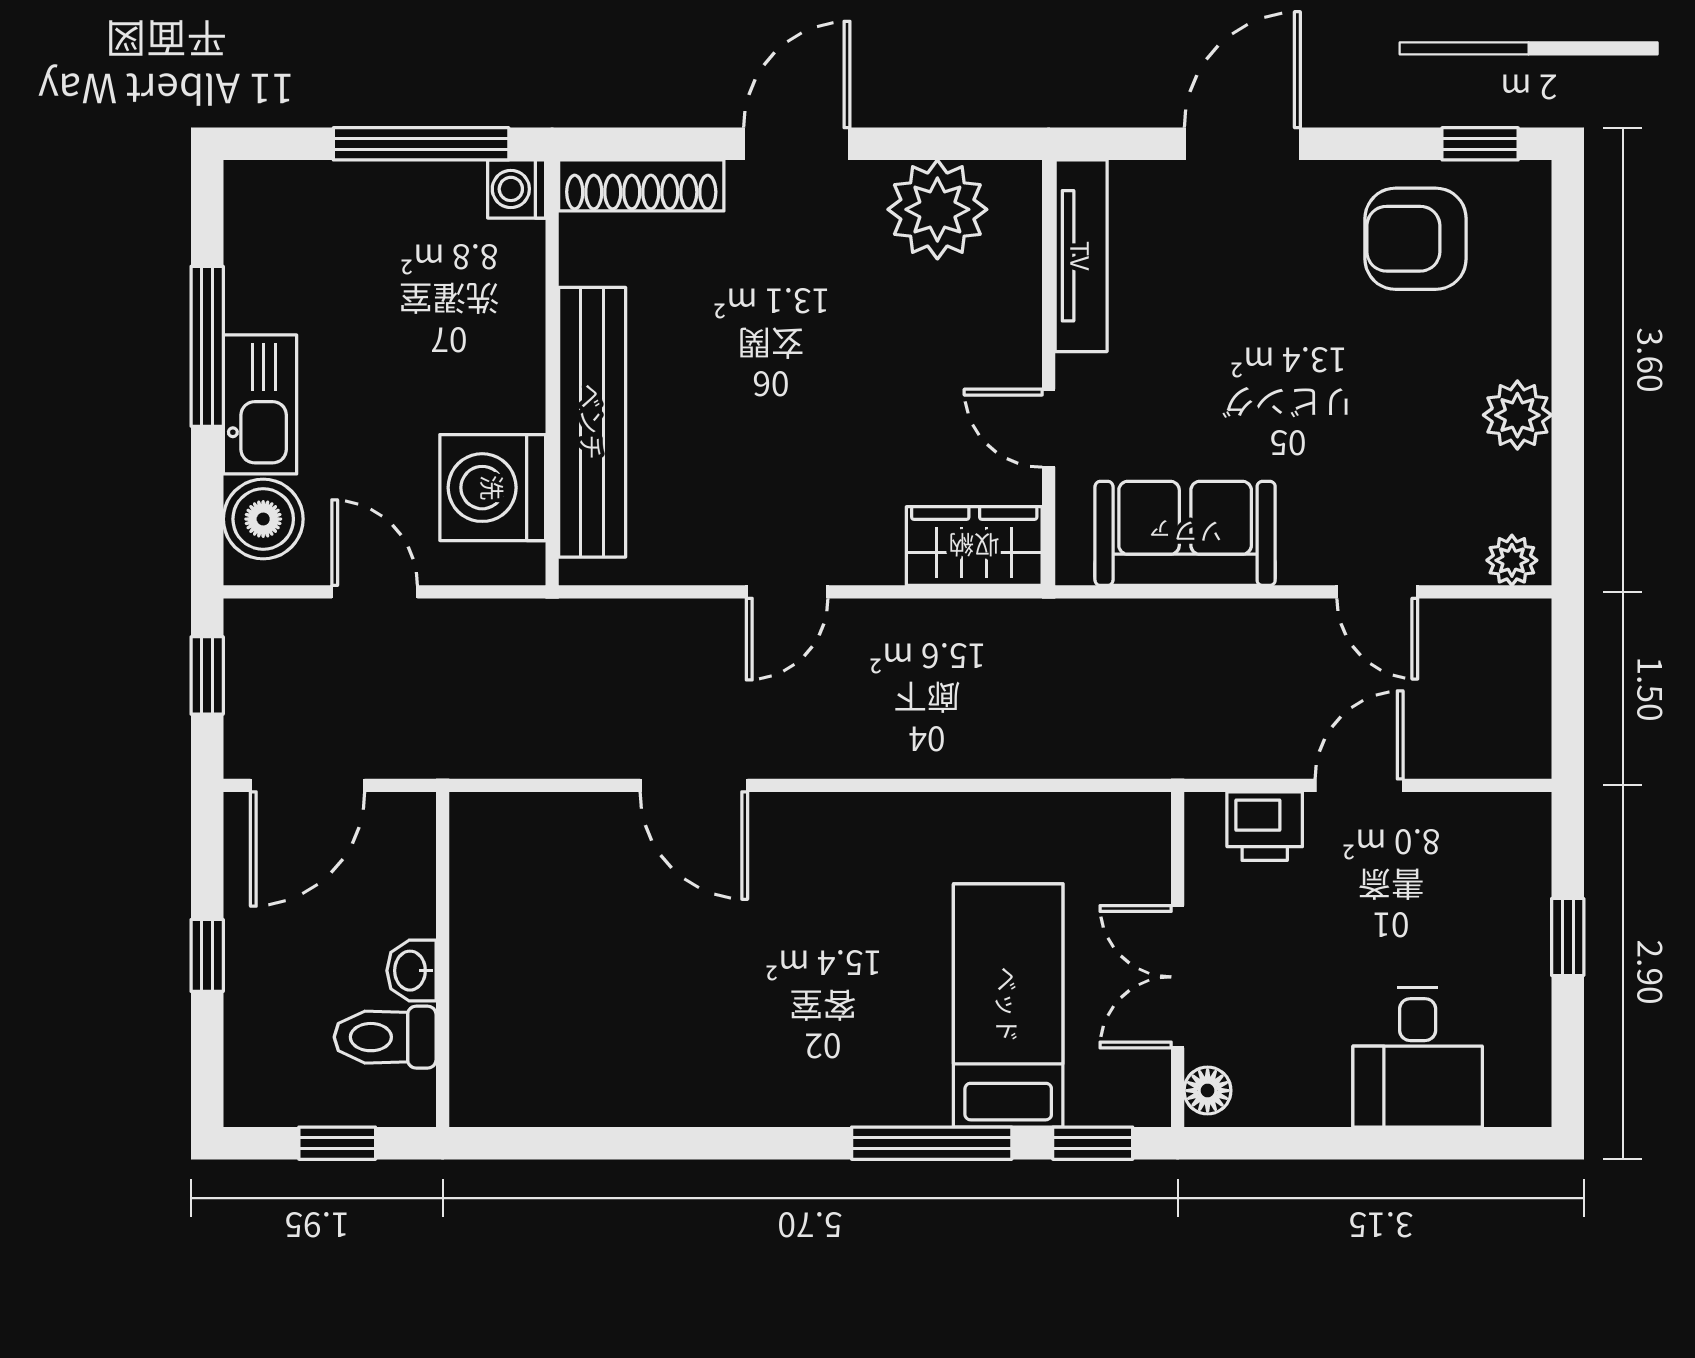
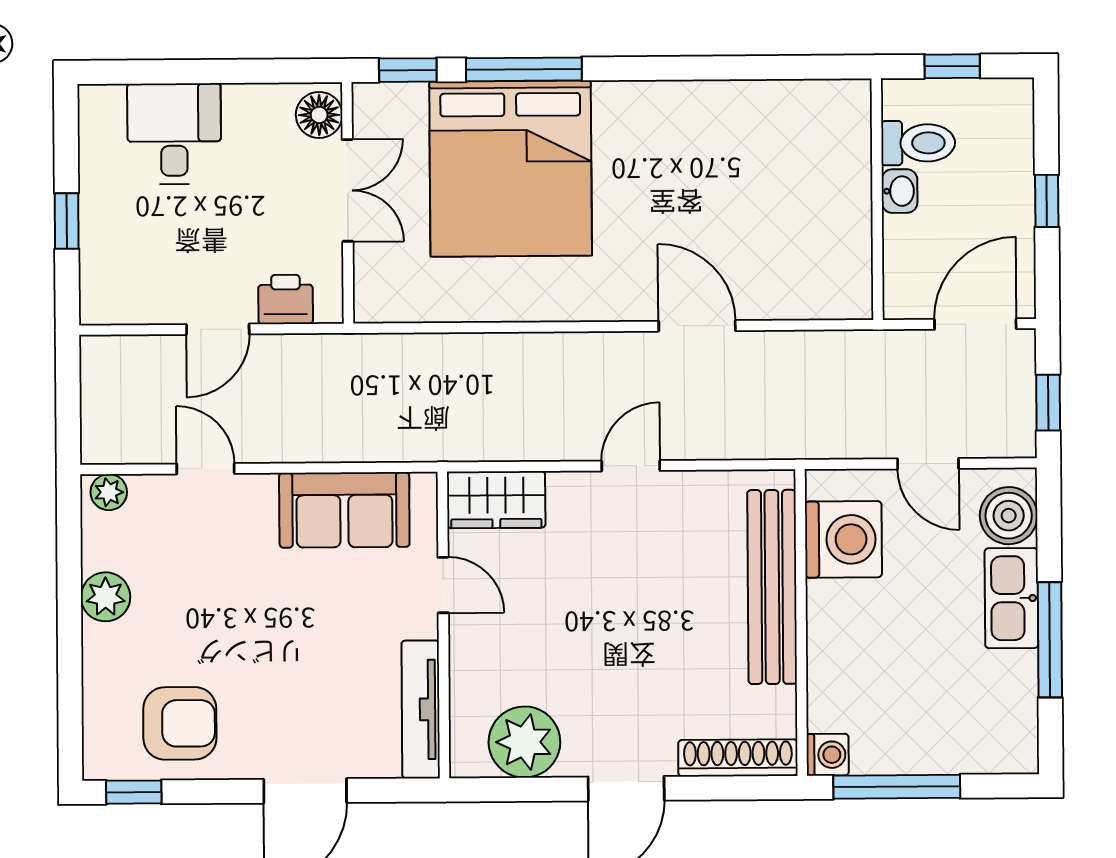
bed: (1008, 1005) -> (511, 169), width x2.04
floor lamp: (1208, 1091) -> (319, 115), width x1.37, depth x1.37

